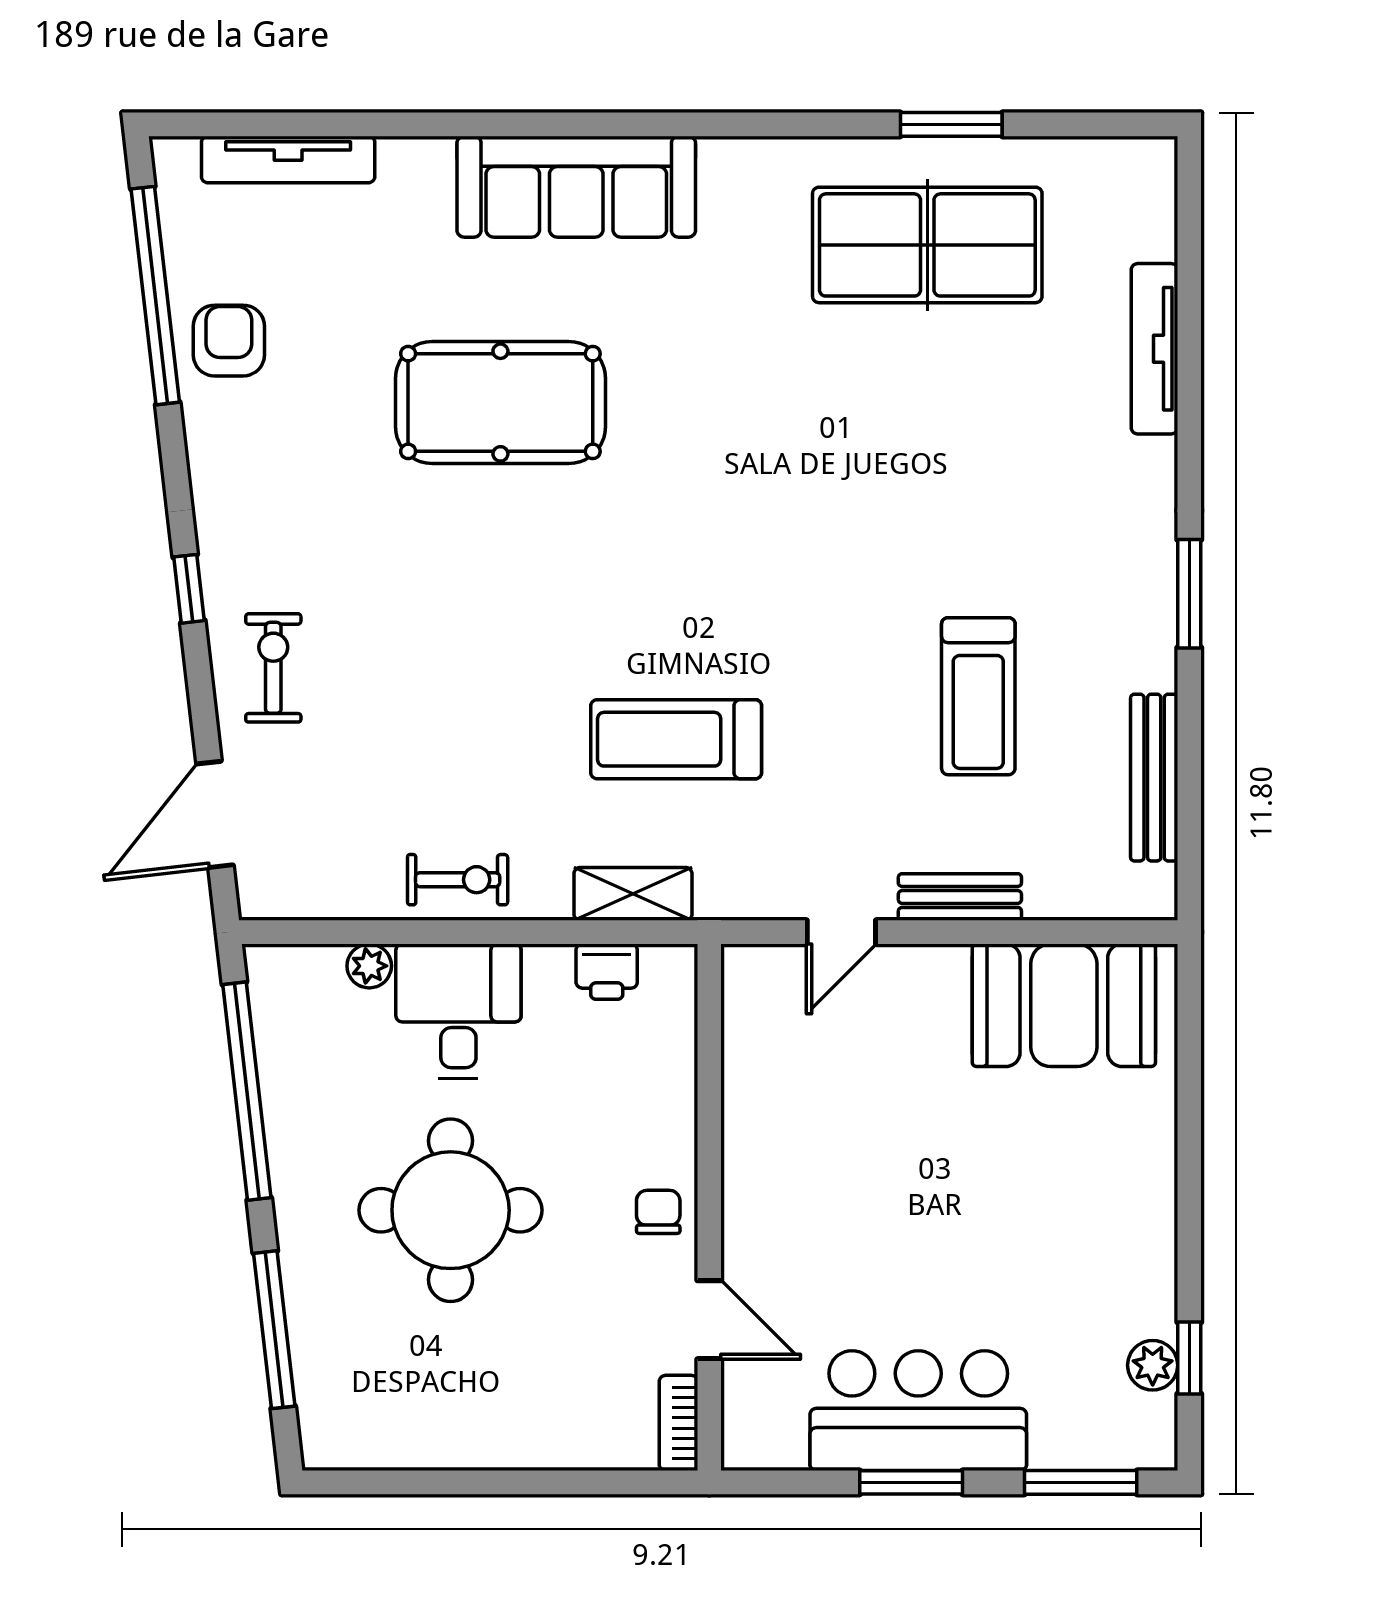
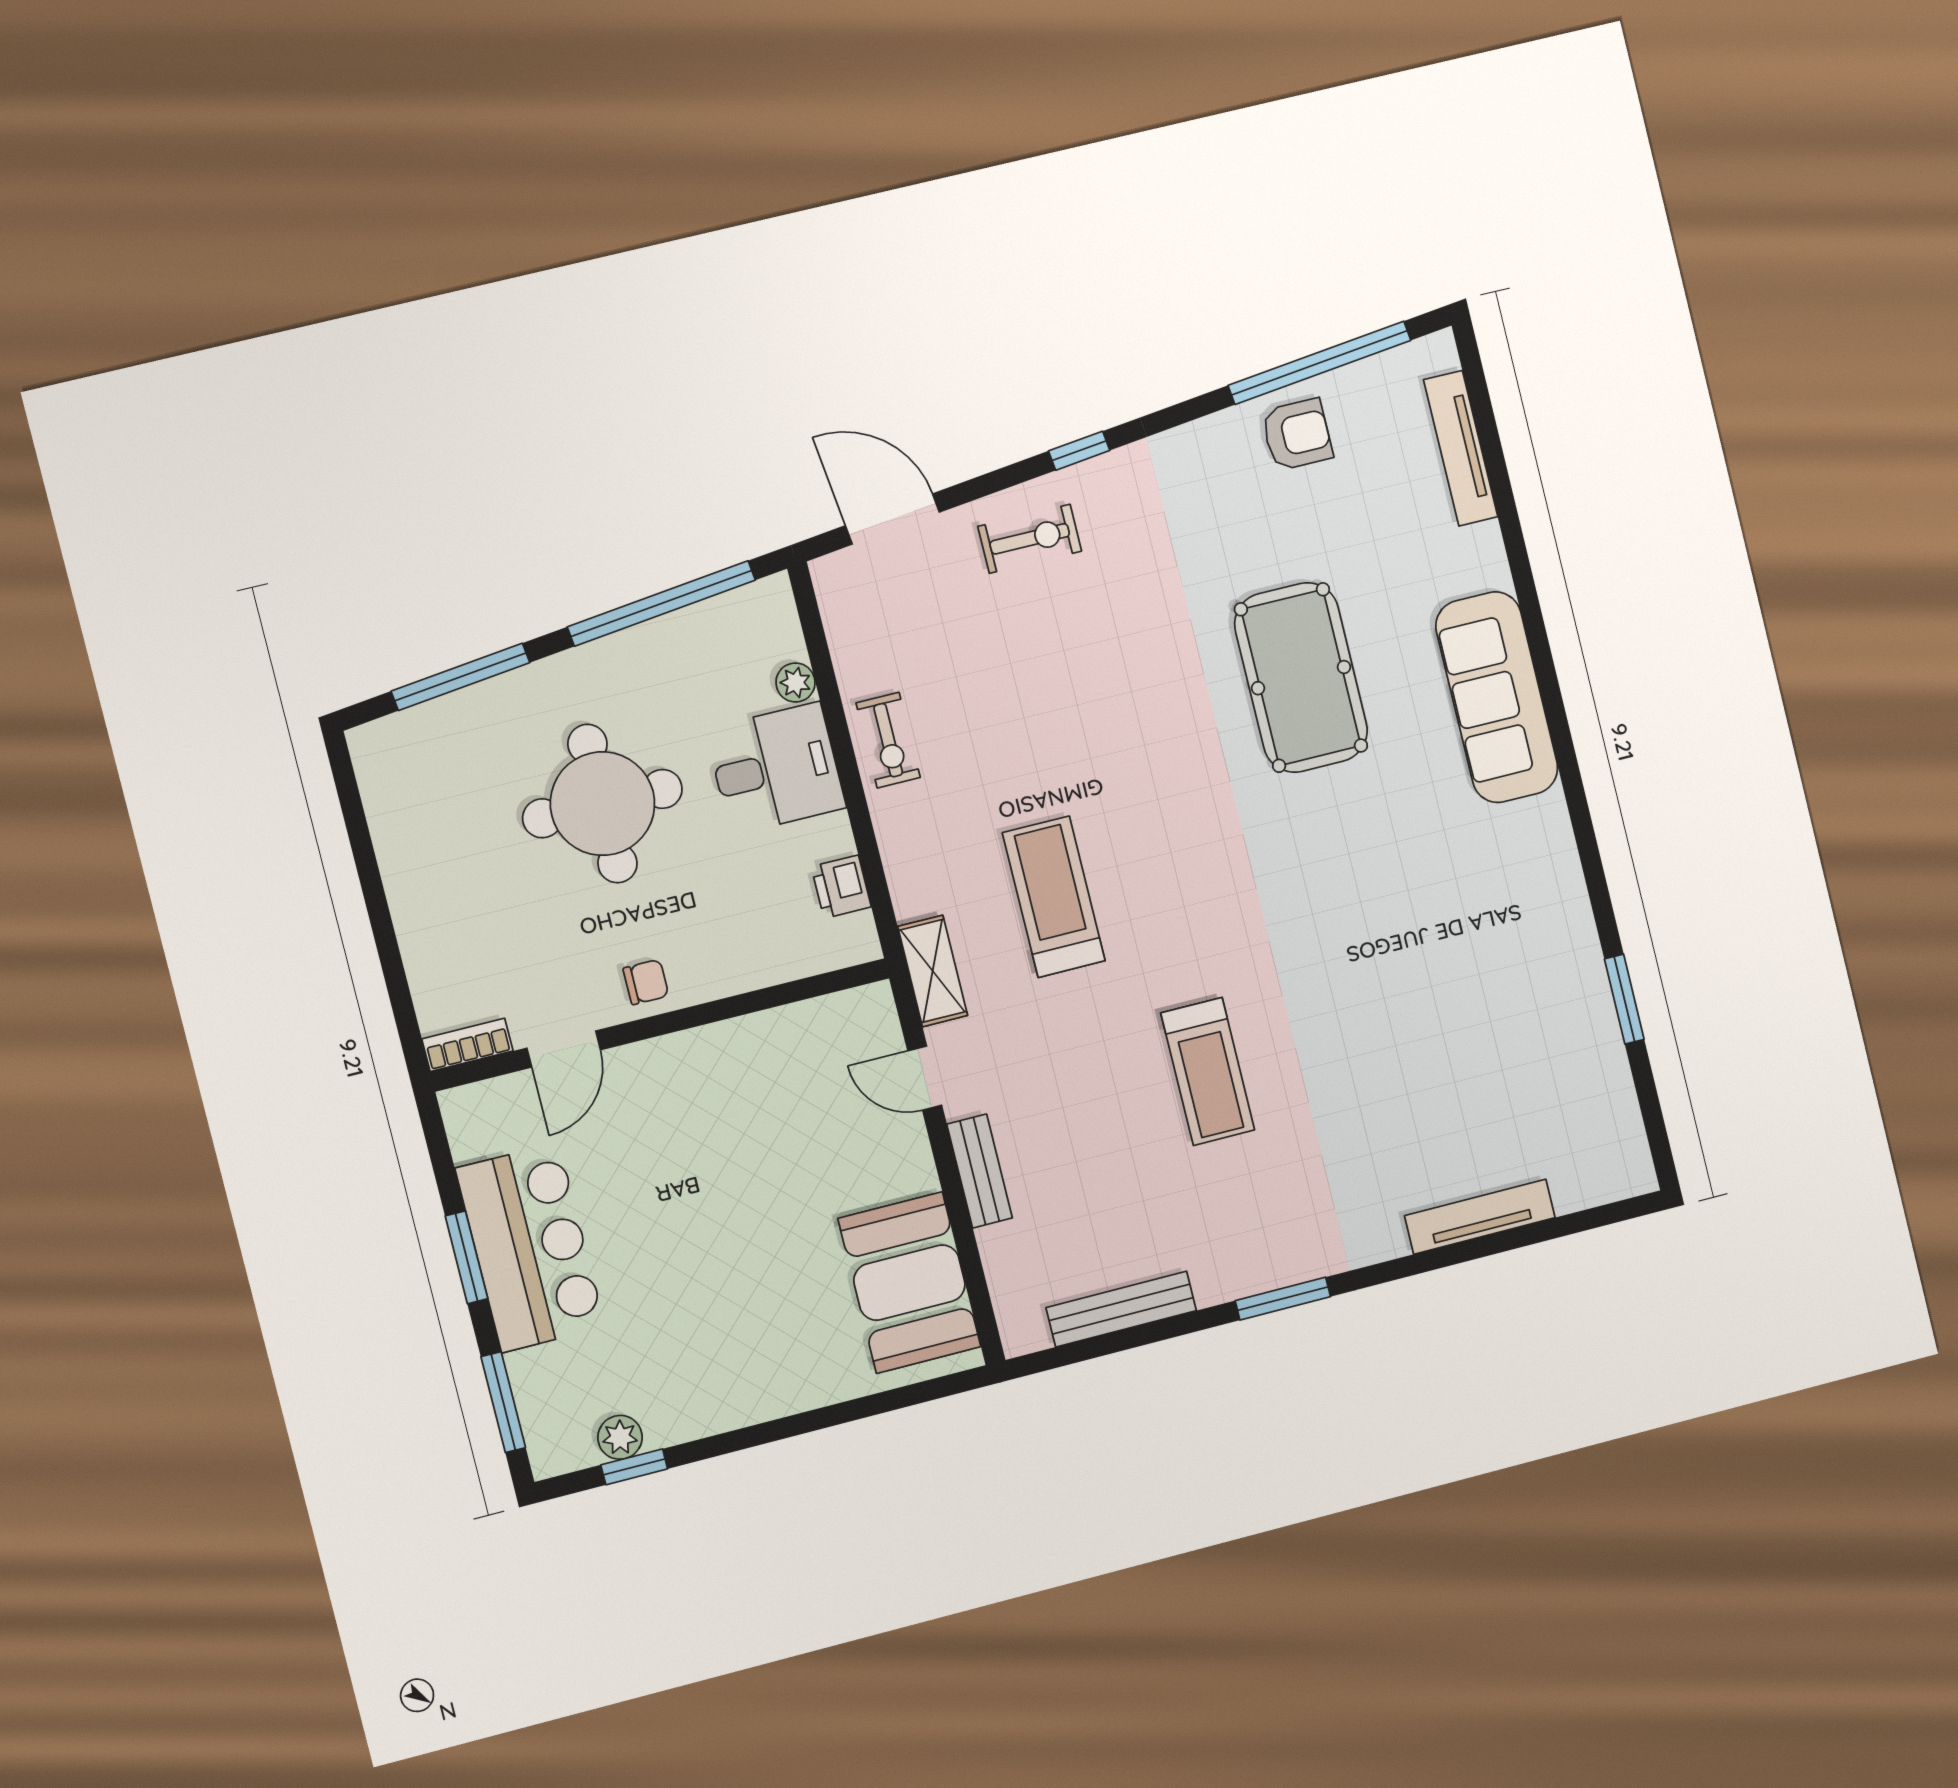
table tennis table: (927, 245) -> (1520, 1004), removed
treadmill: (978, 696) -> (1208, 1071), moved, turned -90
shelving: (633, 894) -> (933, 971), moved

